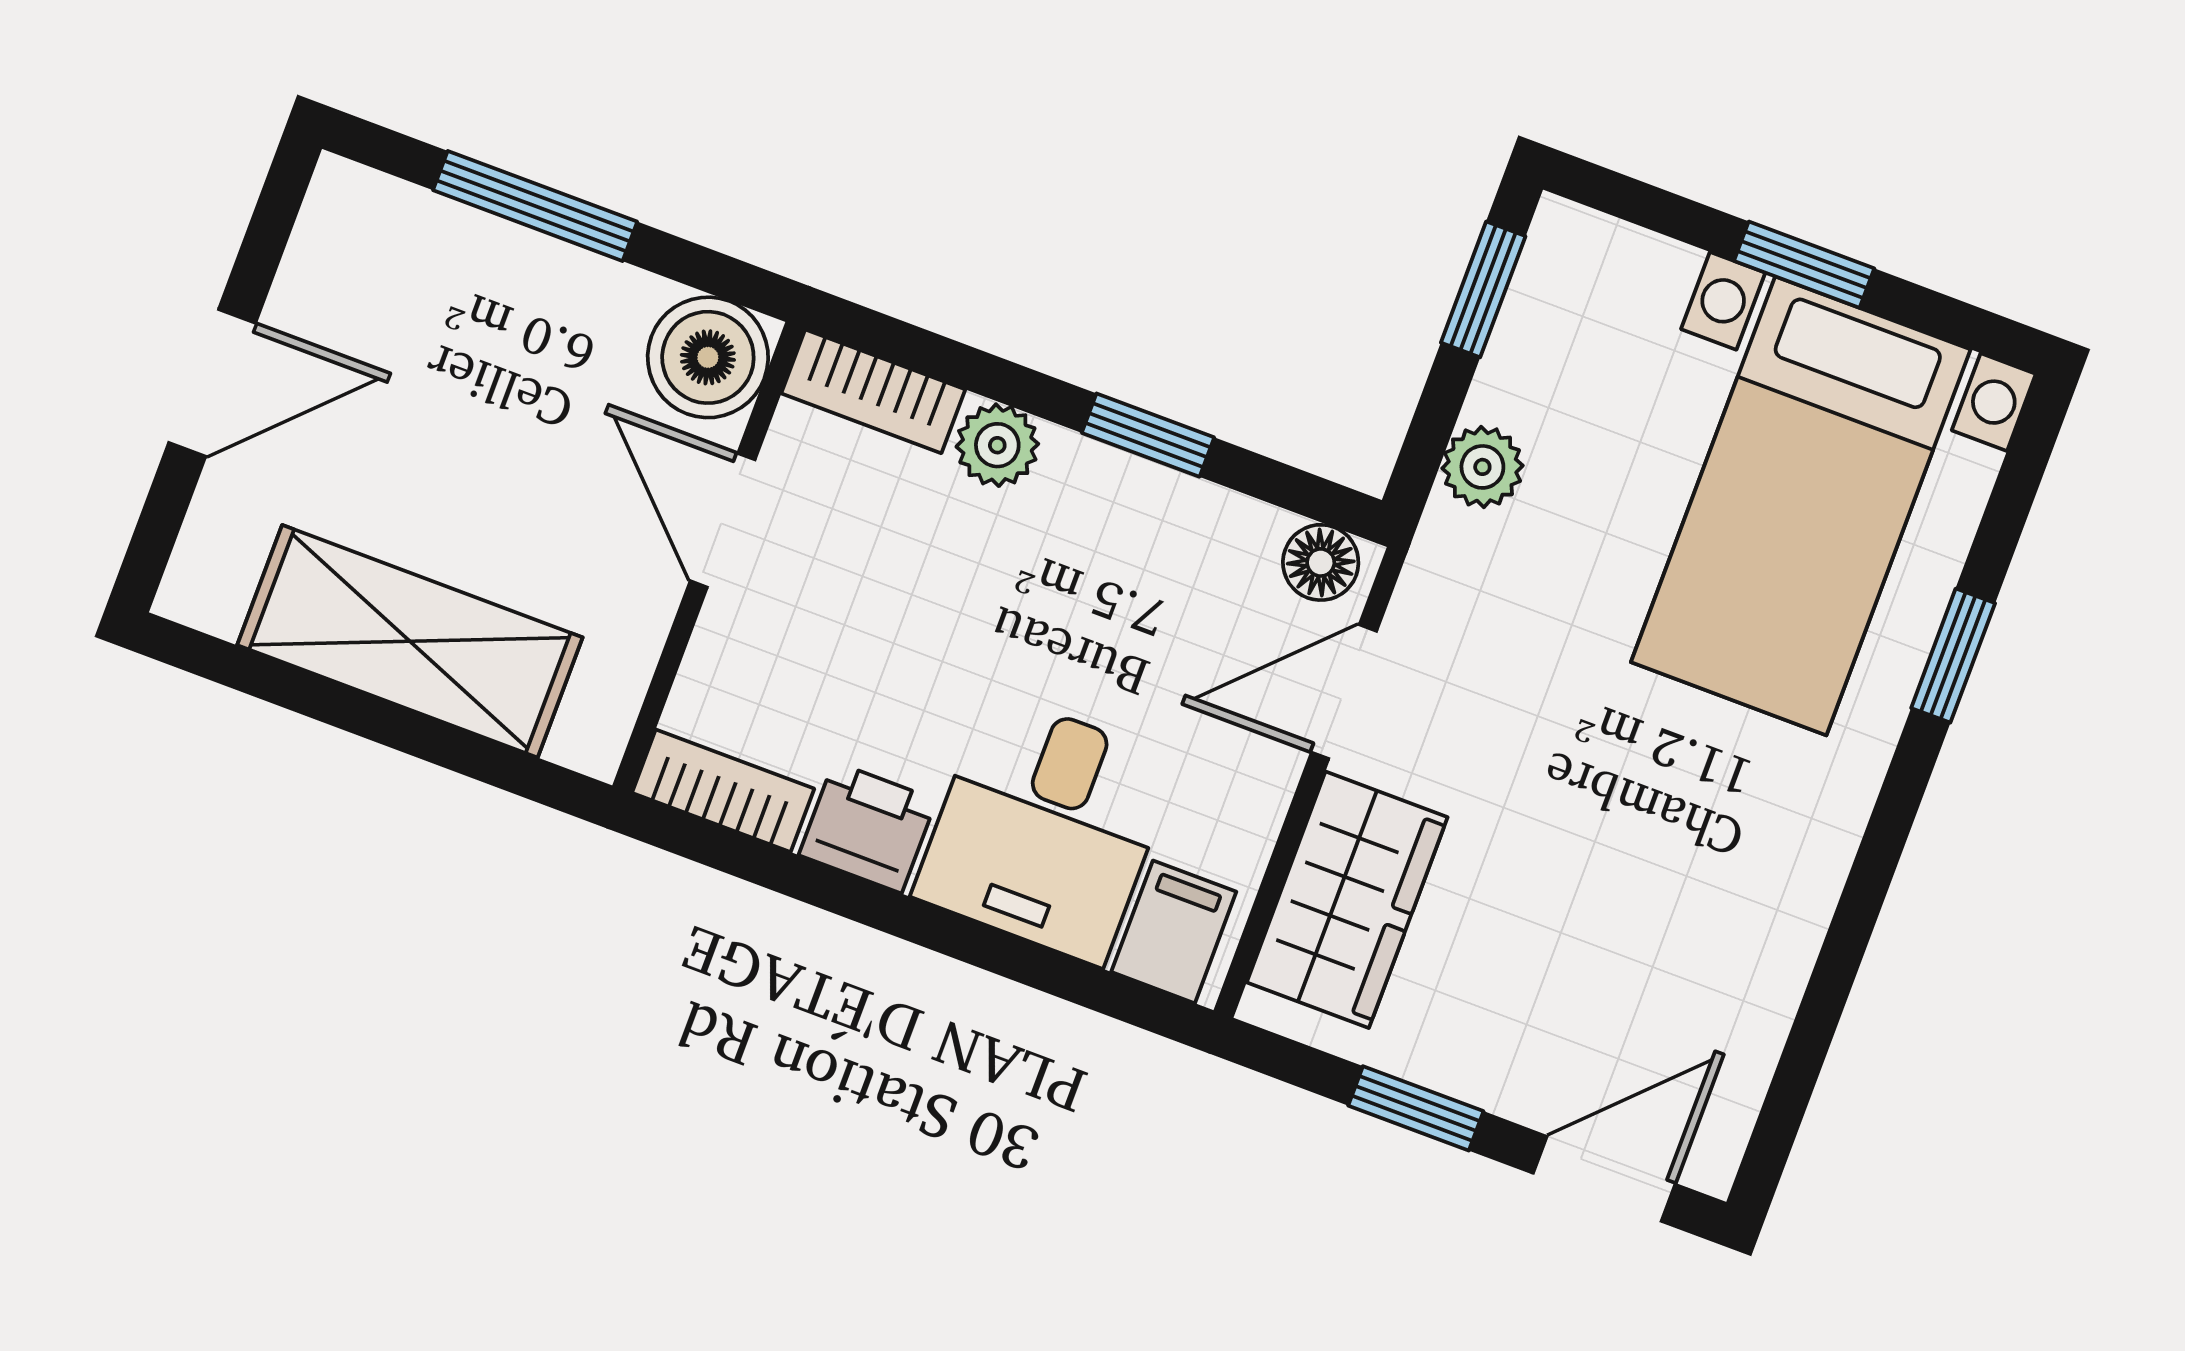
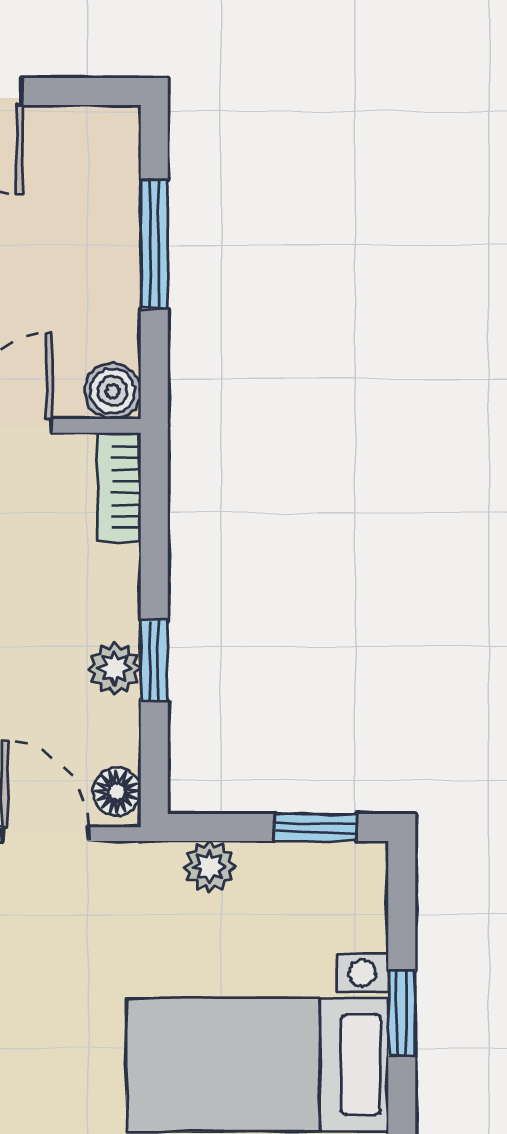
boiler: (708, 357) -> (113, 391), width x0.73, depth x0.73
plant: (997, 445) -> (115, 669), moved

